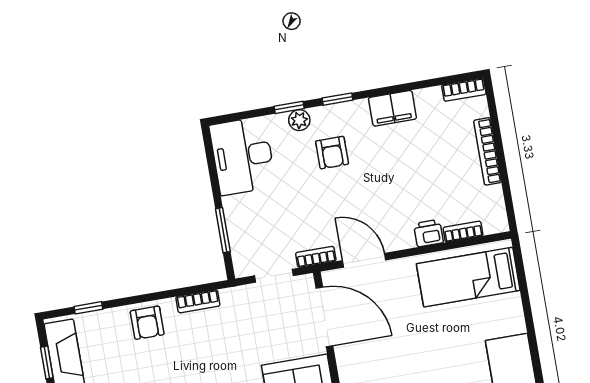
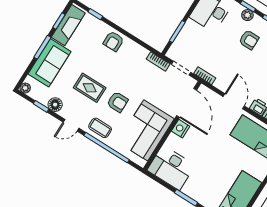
armchair: (332, 153) -> (249, 40), turned -90
door: (364, 260) -> (234, 101), moved
bookcase: (198, 301) -> (158, 61), moved
nightstand: (348, 360) -> (181, 129), added

